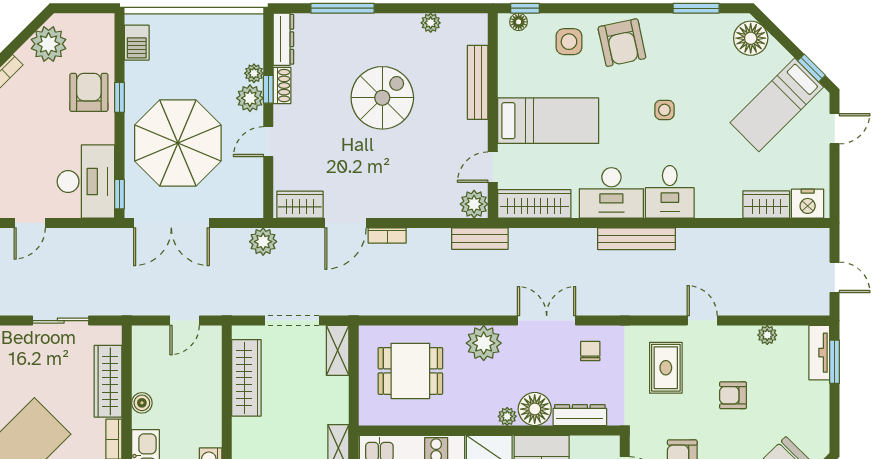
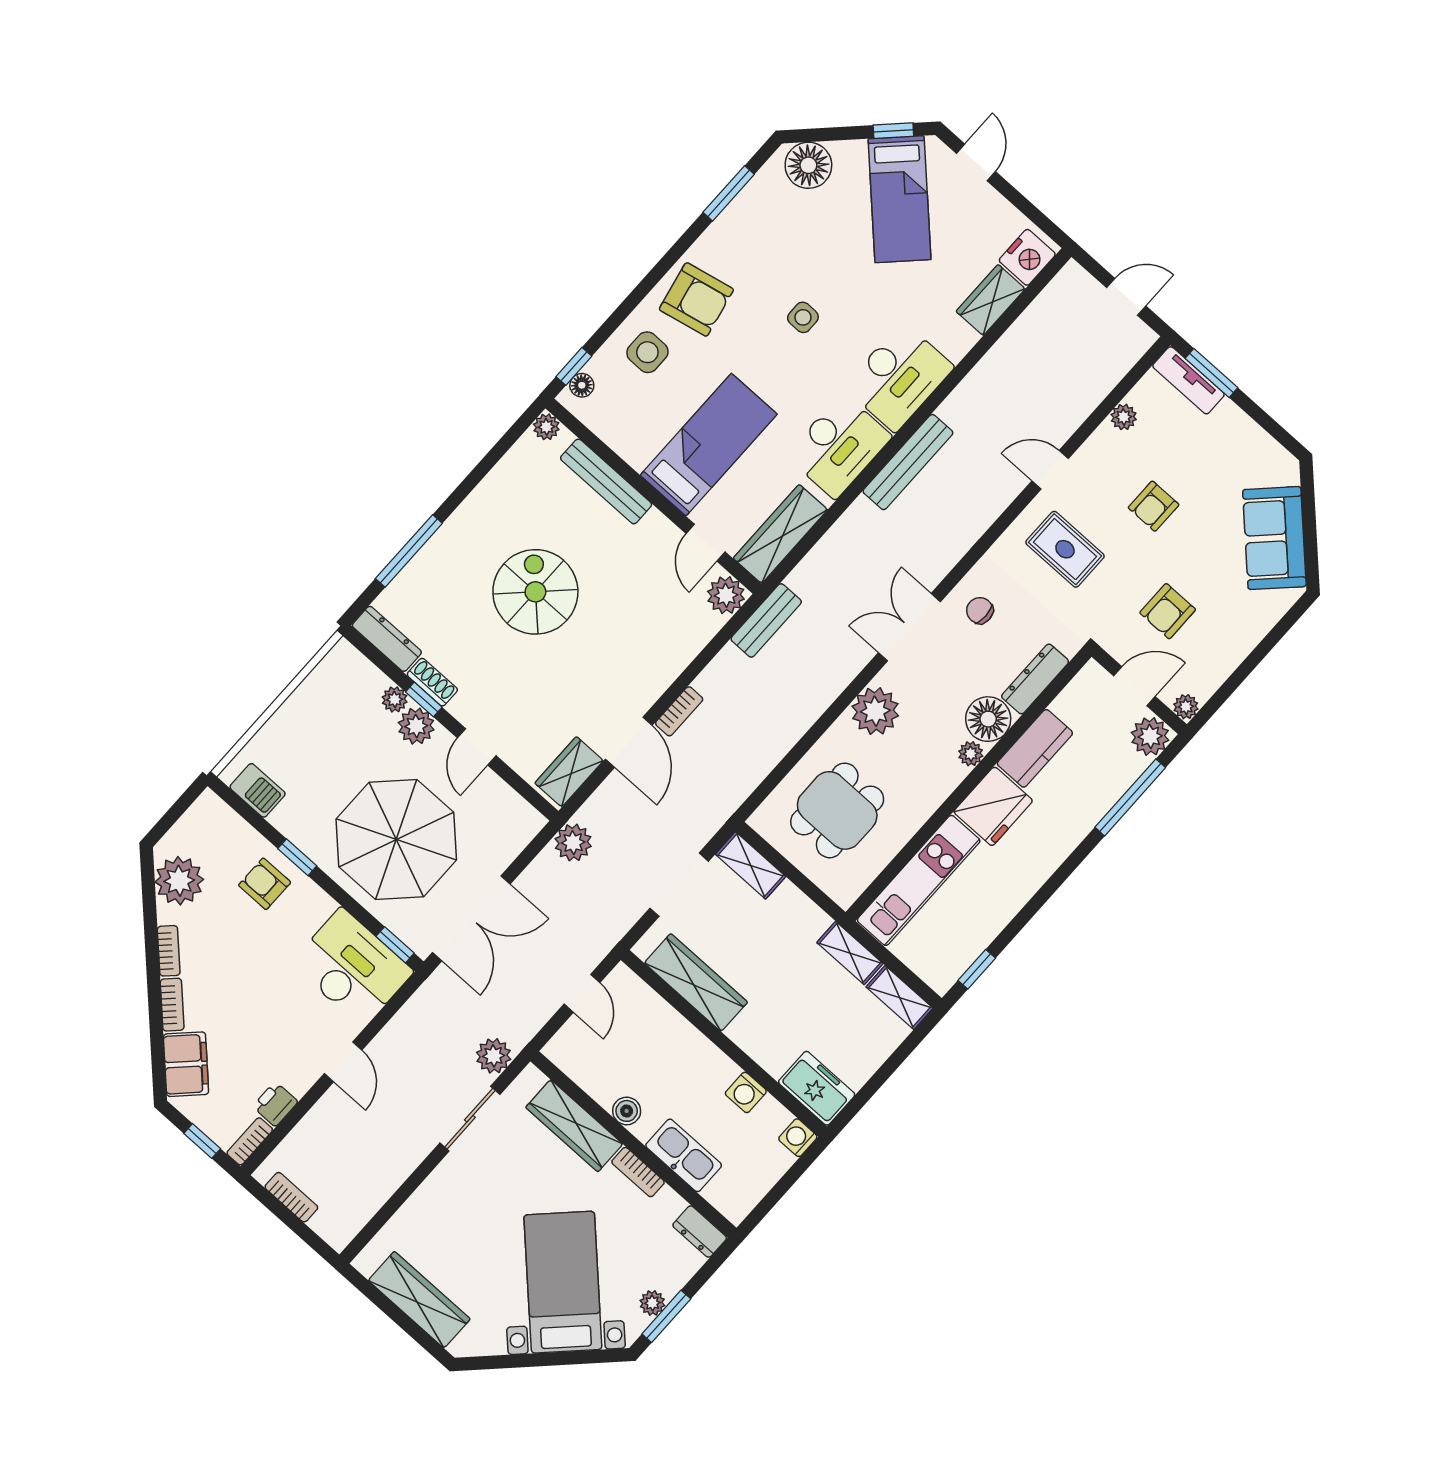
plant: (431, 23) -> (546, 427), moved
armchair: (89, 92) -> (265, 884), width x0.72, depth x0.72
desk: (670, 192) -> (899, 377), width x1.37
plant: (107, 303) -> (494, 1056), added

